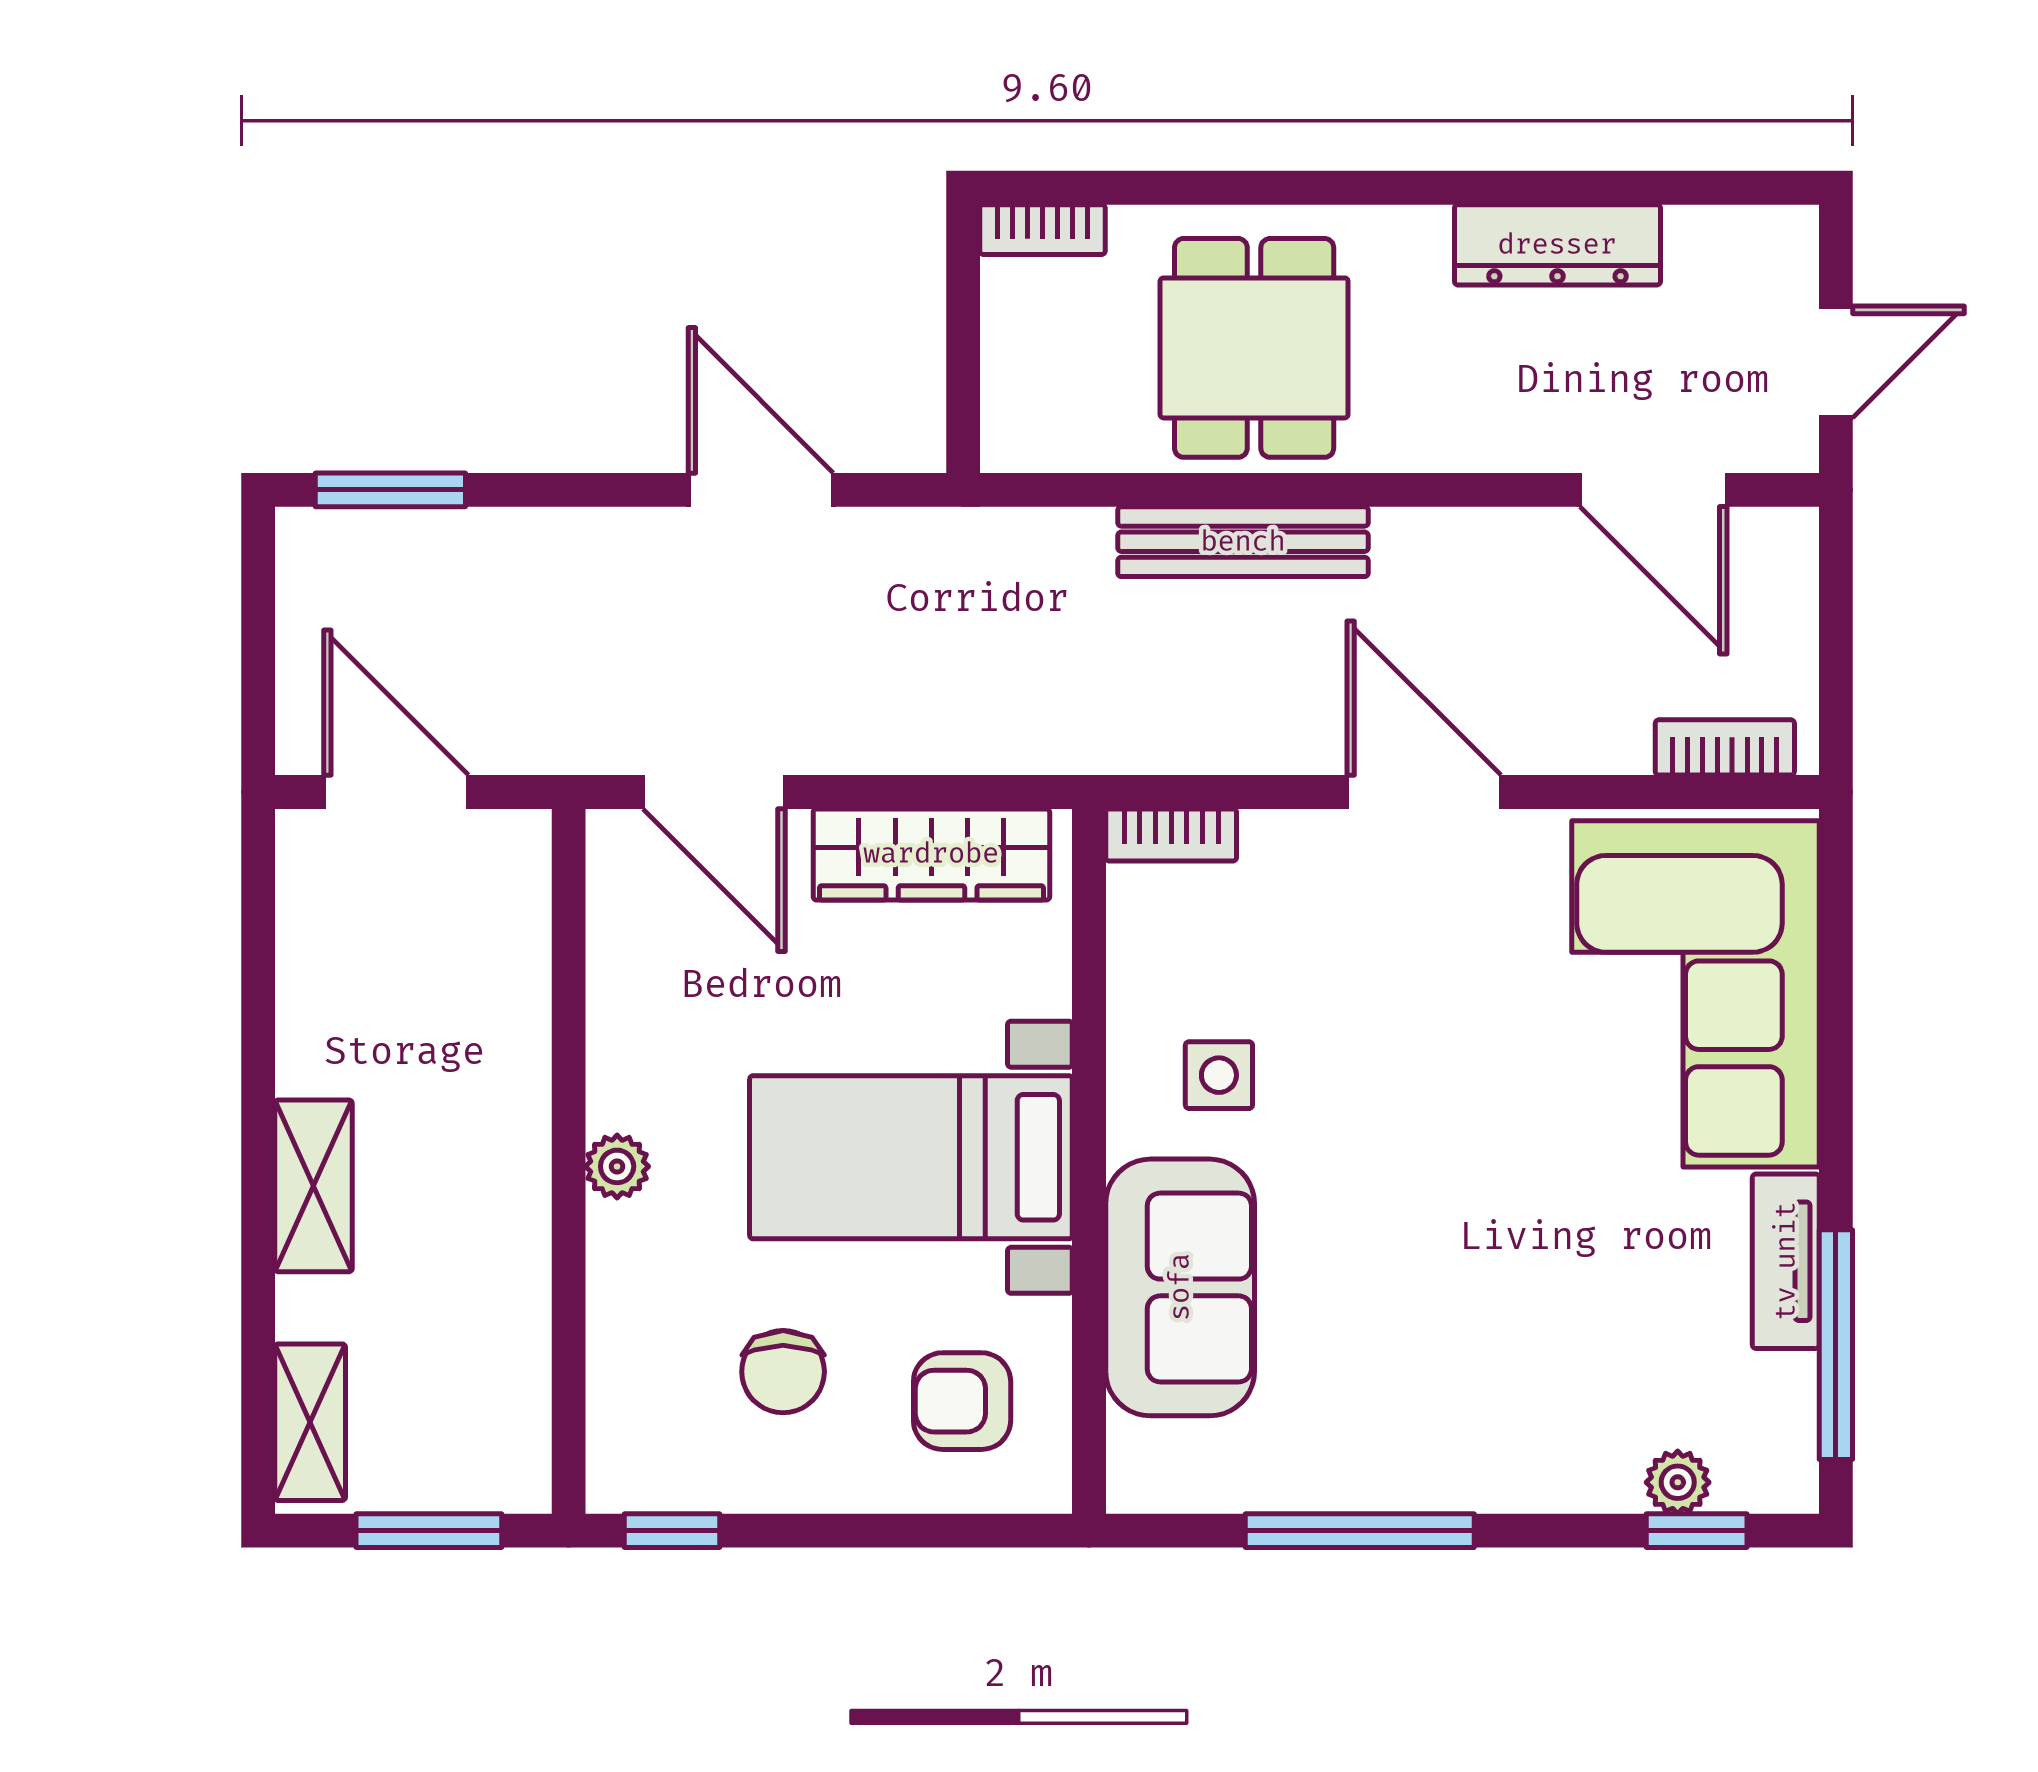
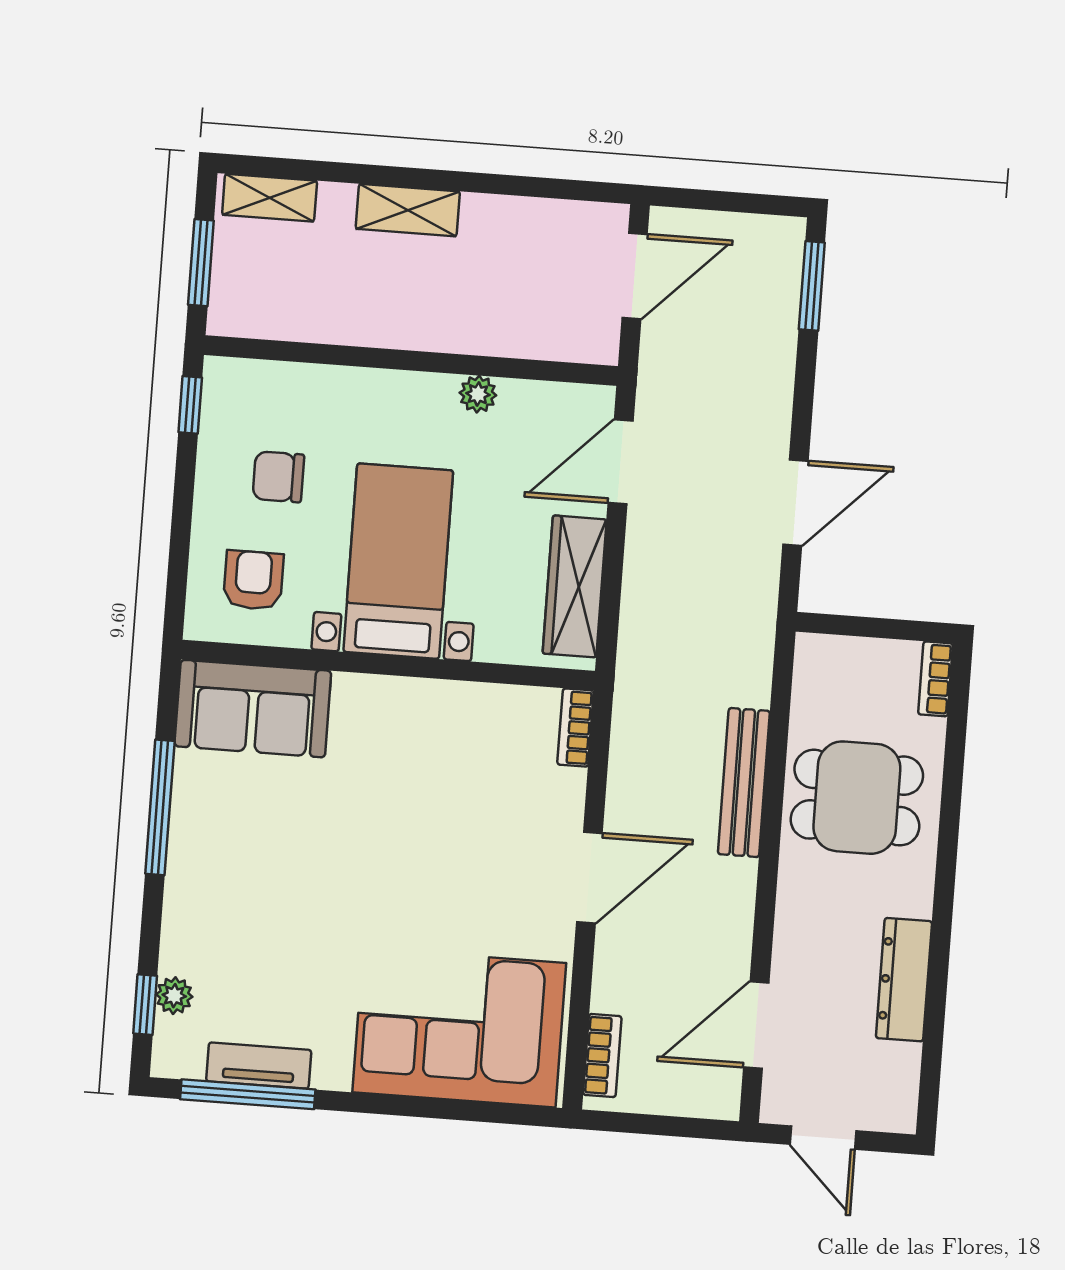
side table: (1219, 1075) -> (433, 745), removed
plant: (617, 1166) -> (478, 394), moved
tv unit: (1786, 1261) -> (259, 1066), moved
sofa: (1180, 1287) -> (253, 709), moved

